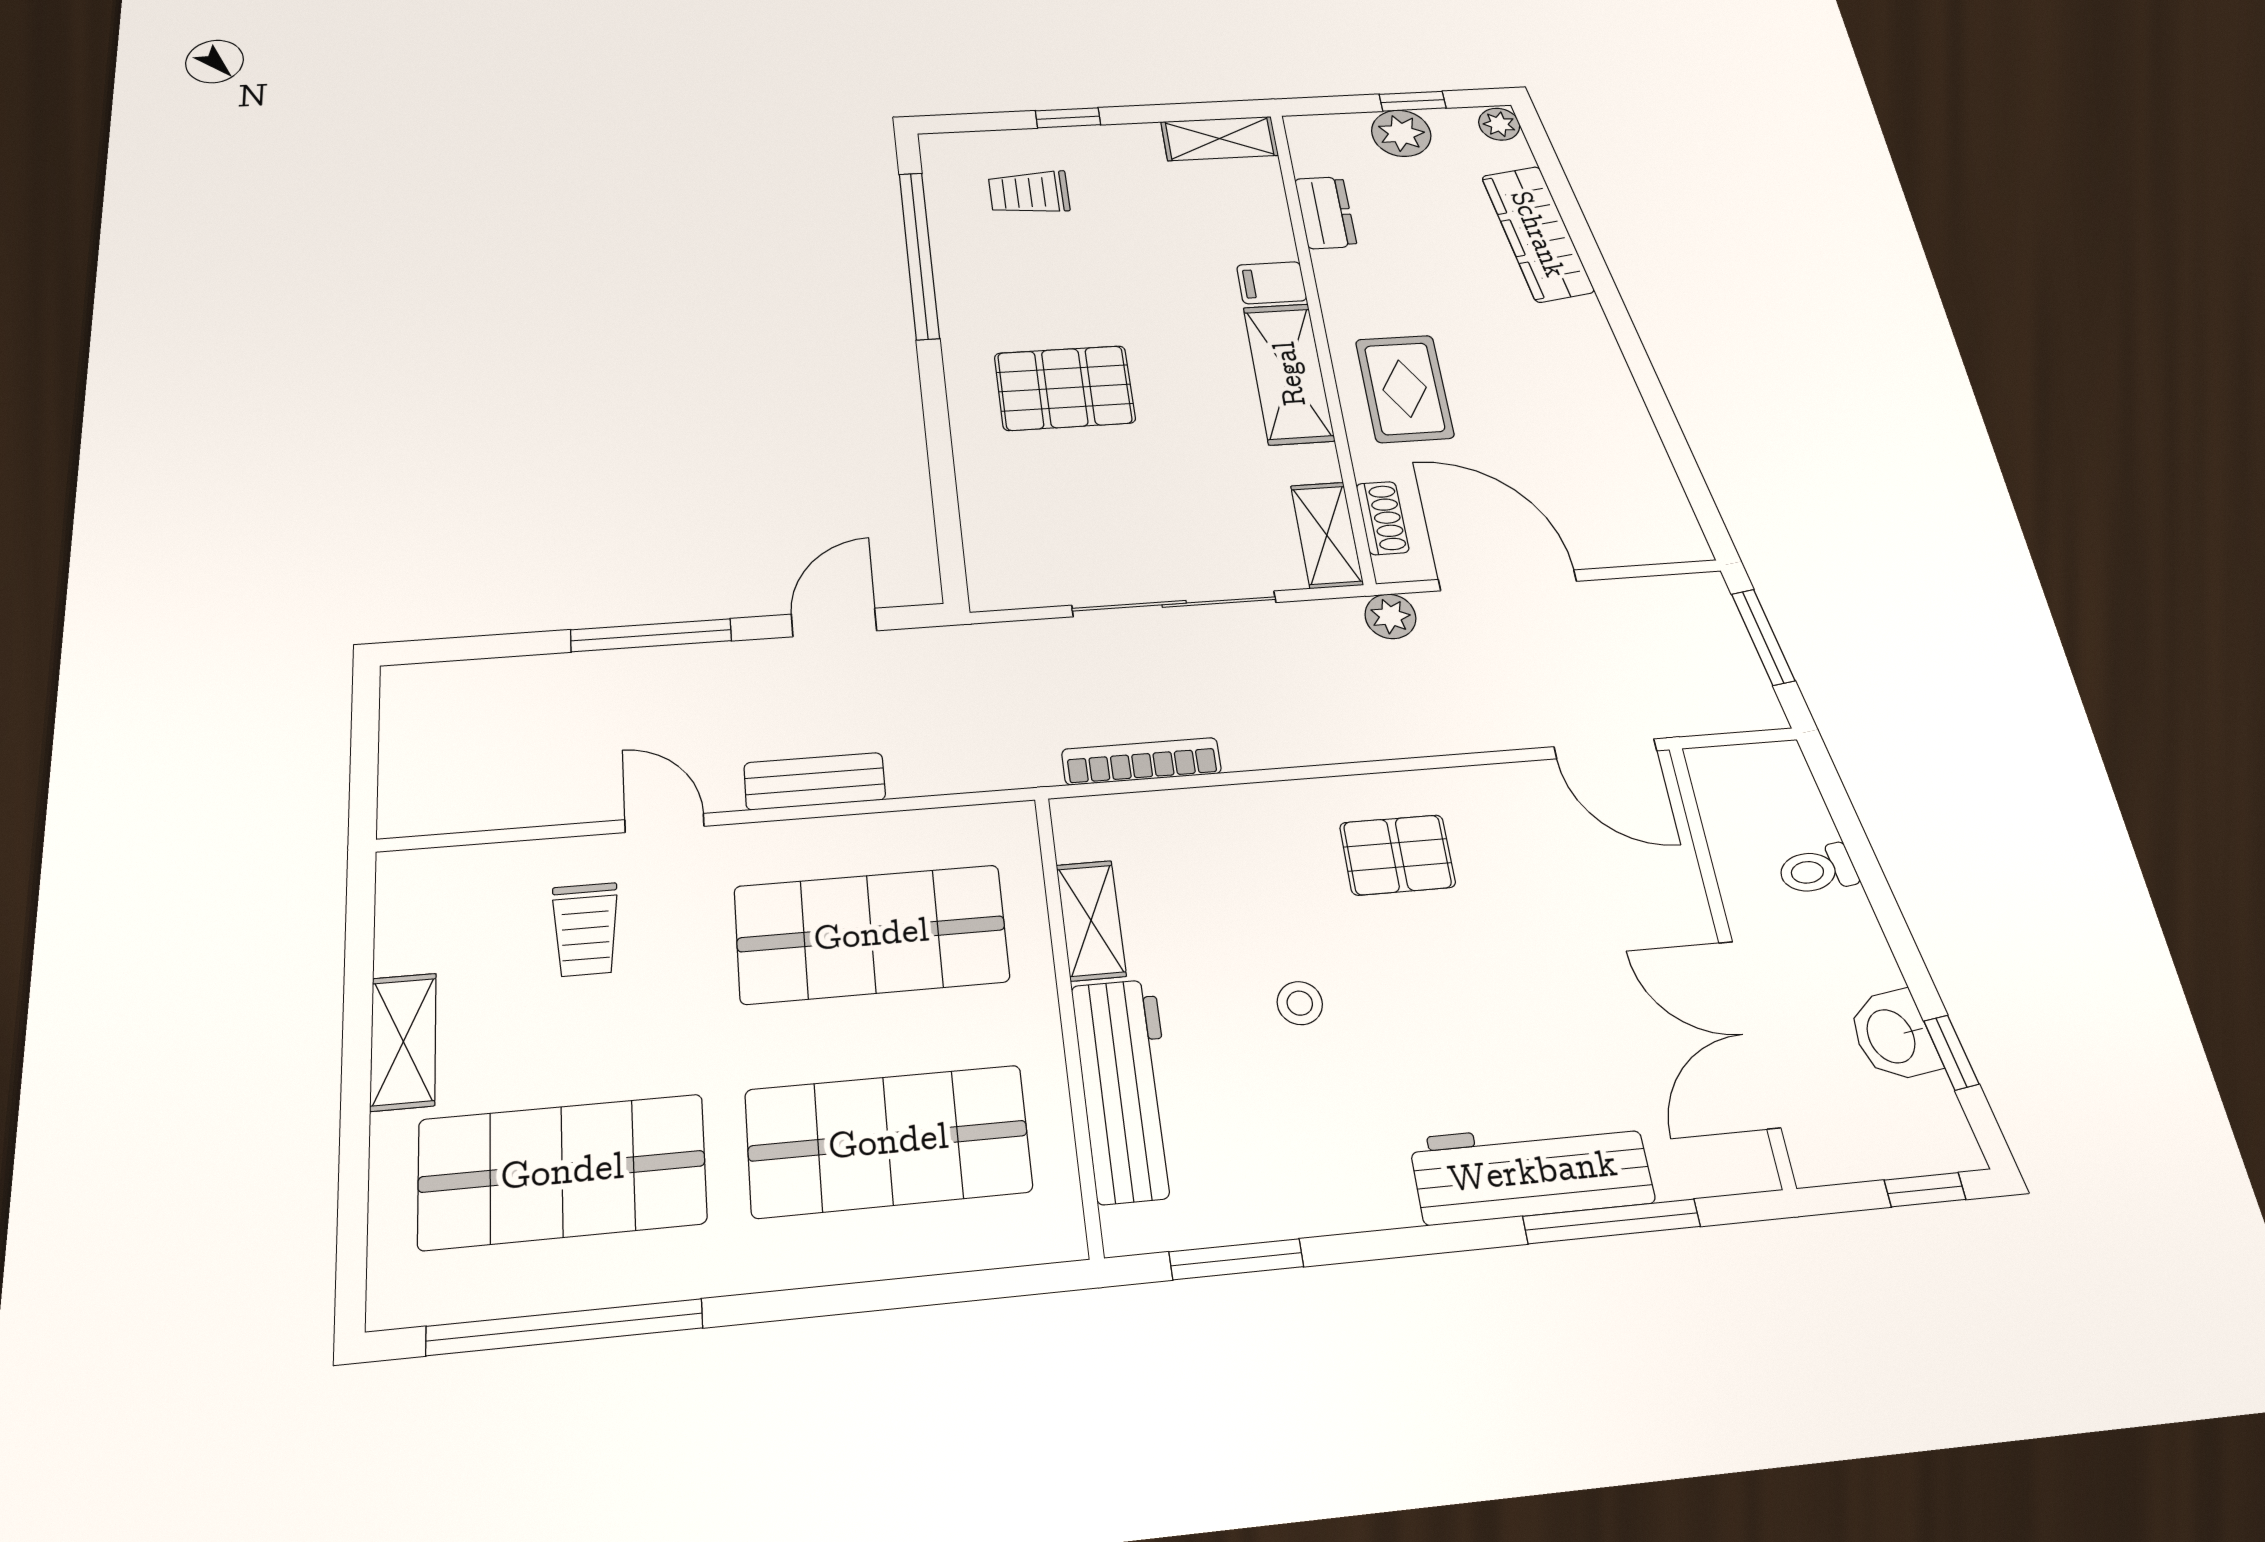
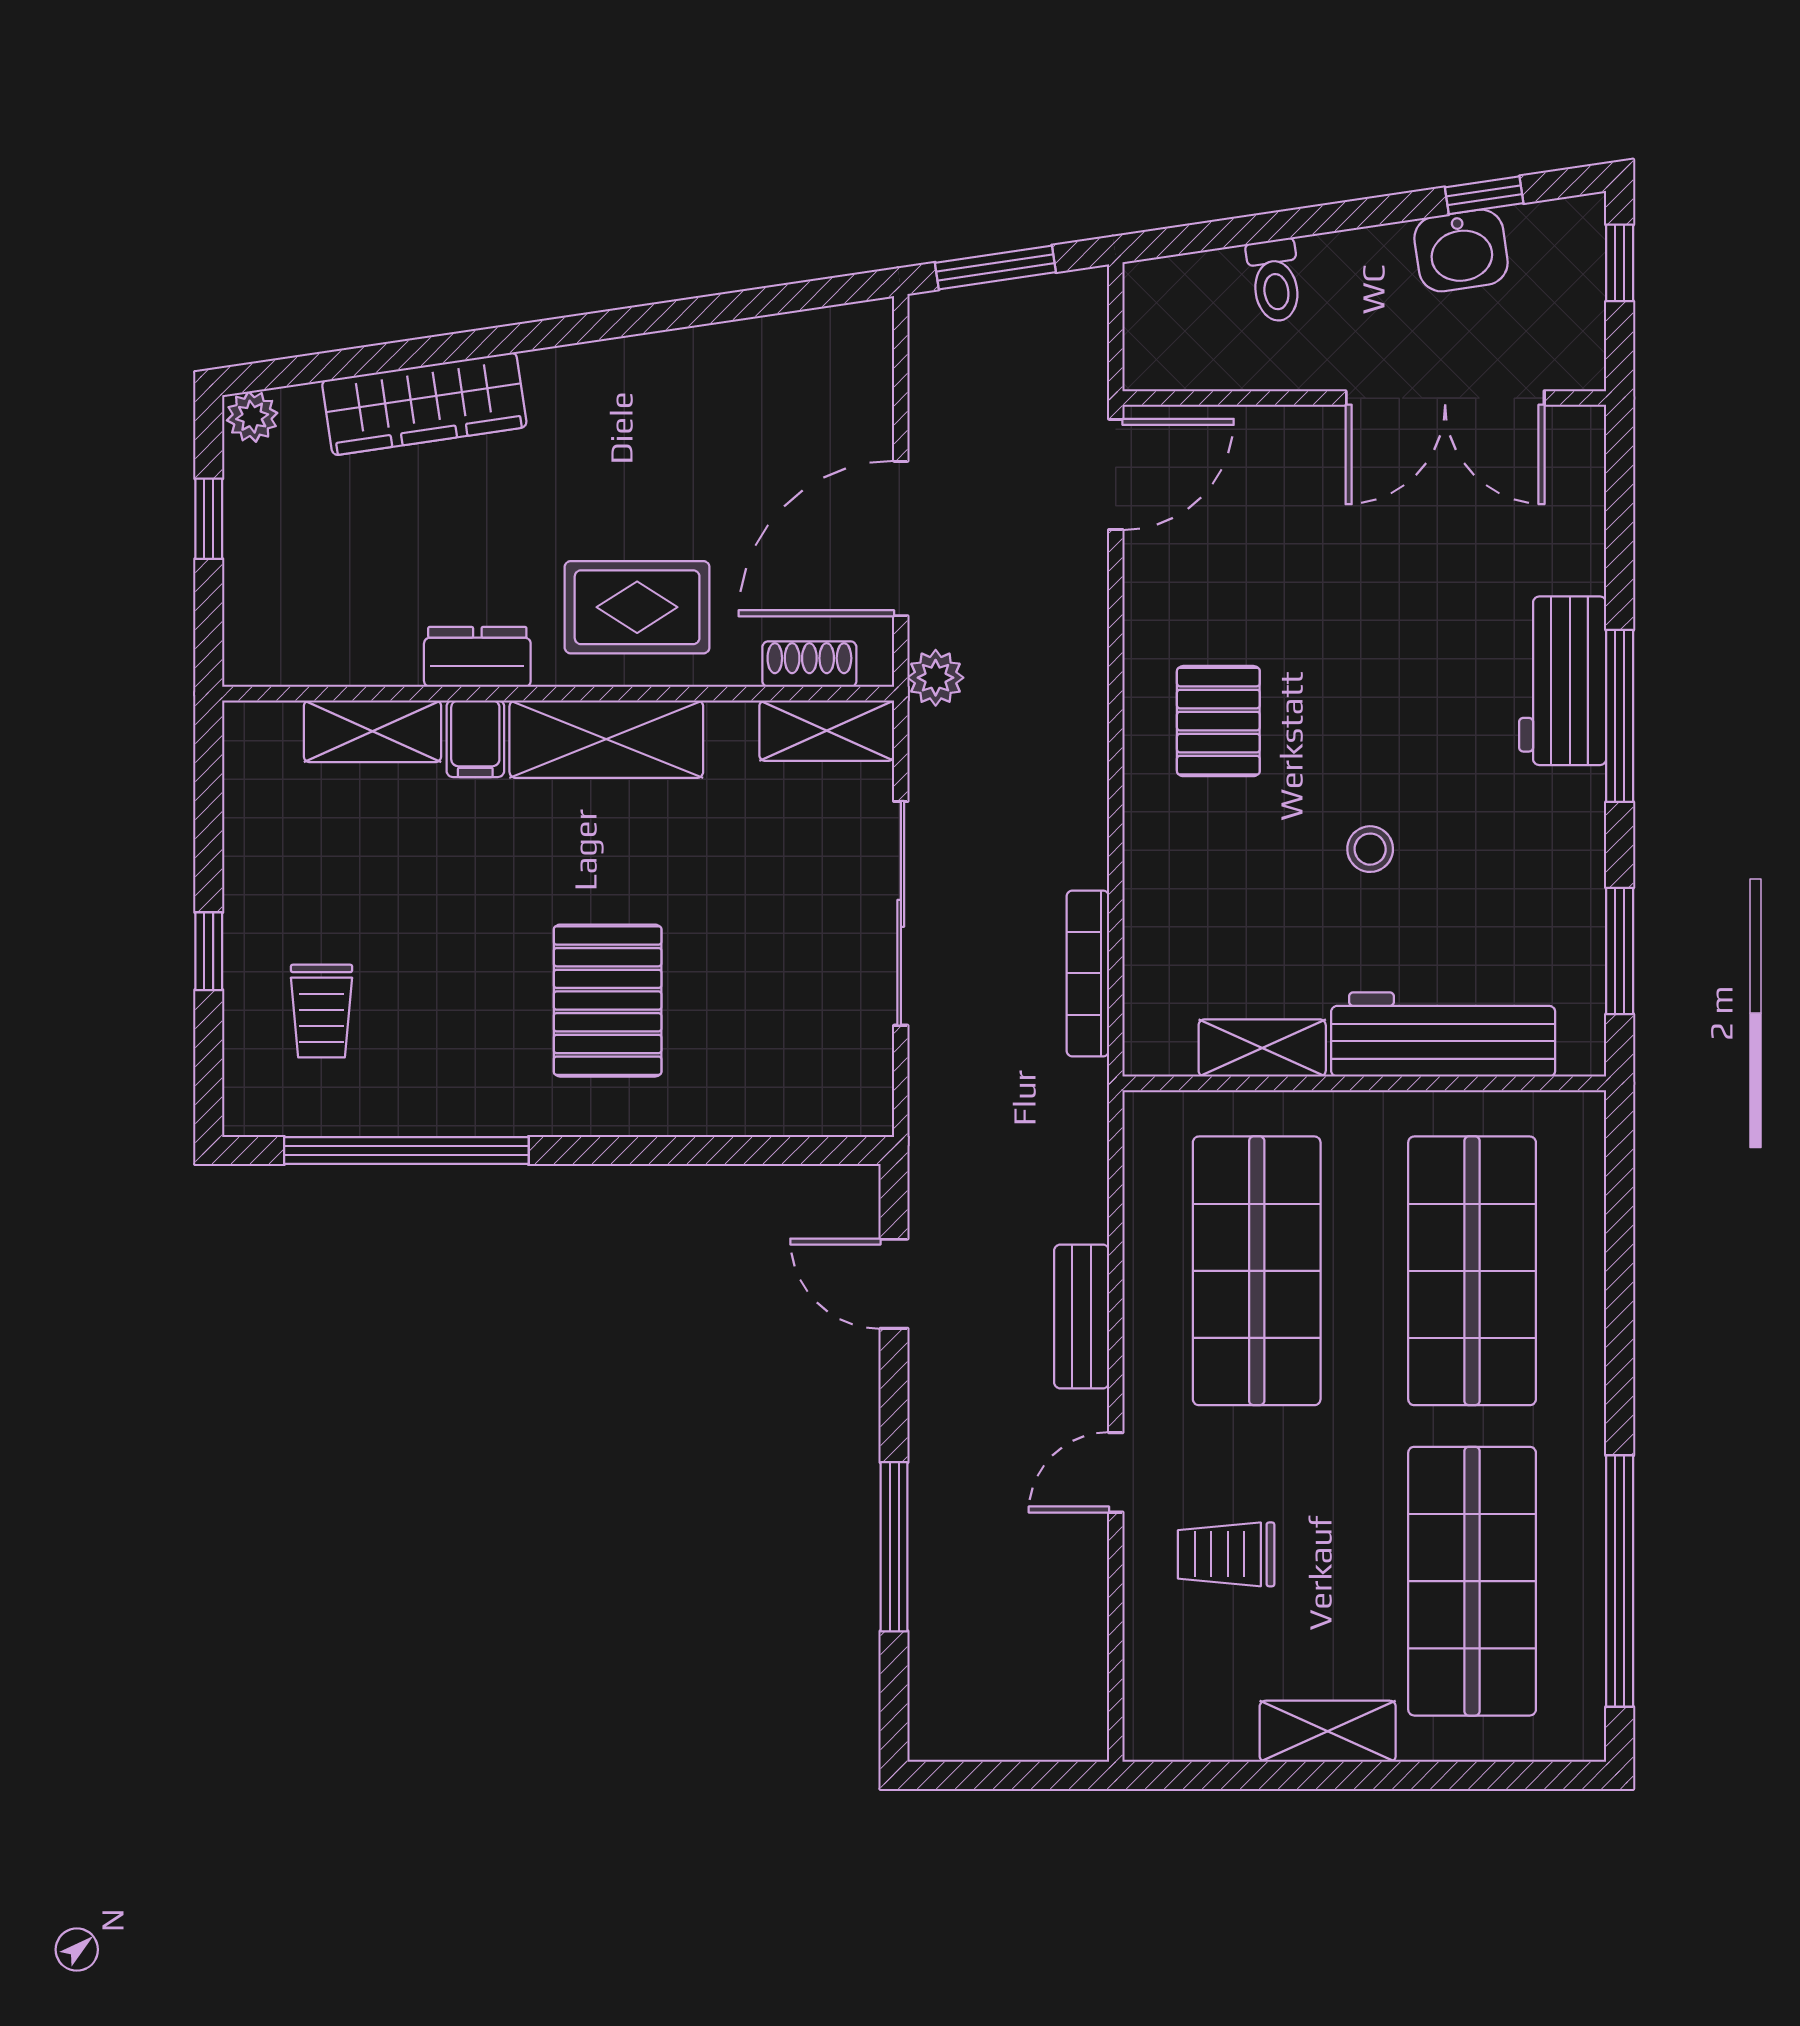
plant: (1401, 133) -> (259, 542), removed
shelving: (1220, 139) -> (373, 731), moved, turned 90
dresser: (1326, 213) -> (477, 657), moved
window: (651, 635) -> (894, 1547), moved
trolley: (586, 930) -> (1226, 1554), turned 180
workbench: (1532, 1171) -> (1563, 681), width x0.73
window: (1612, 1221) -> (1620, 716), moved

